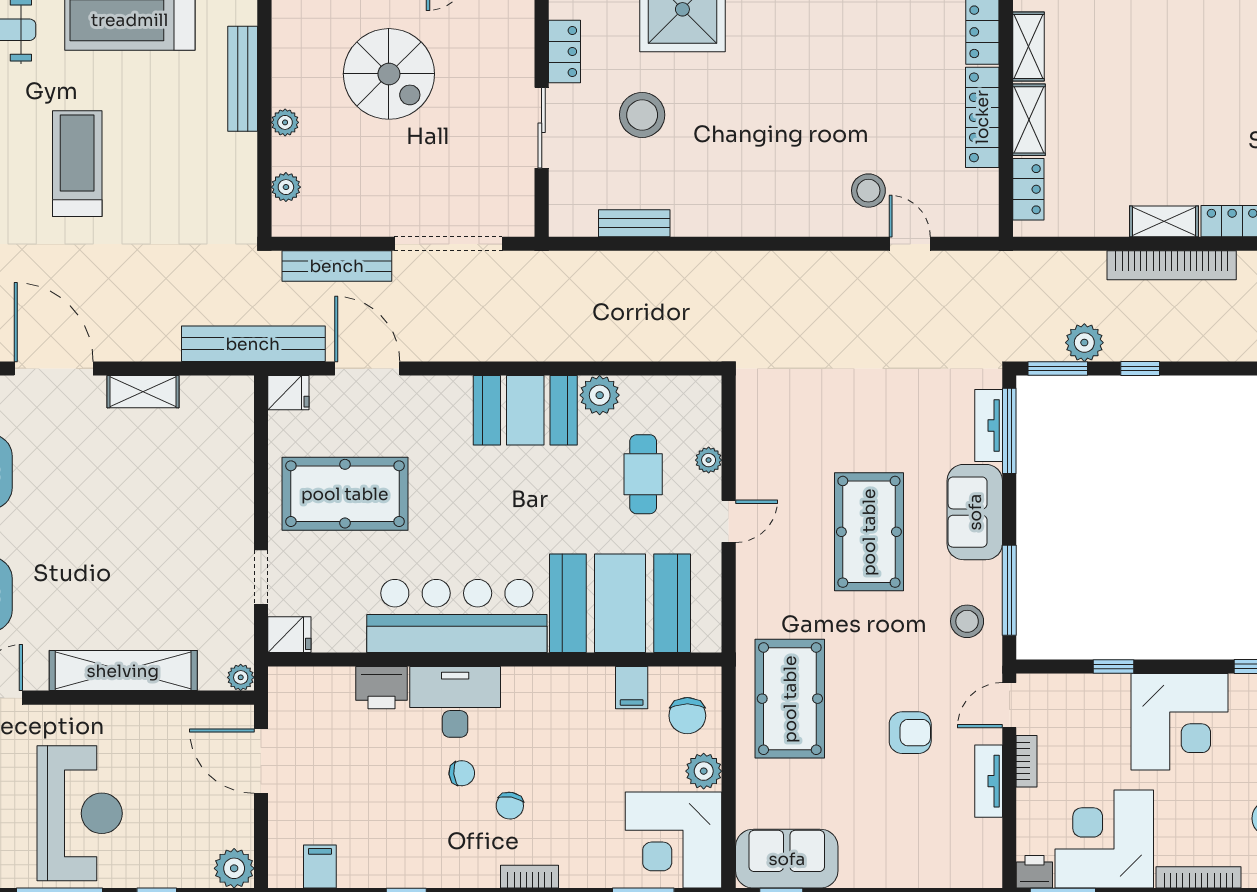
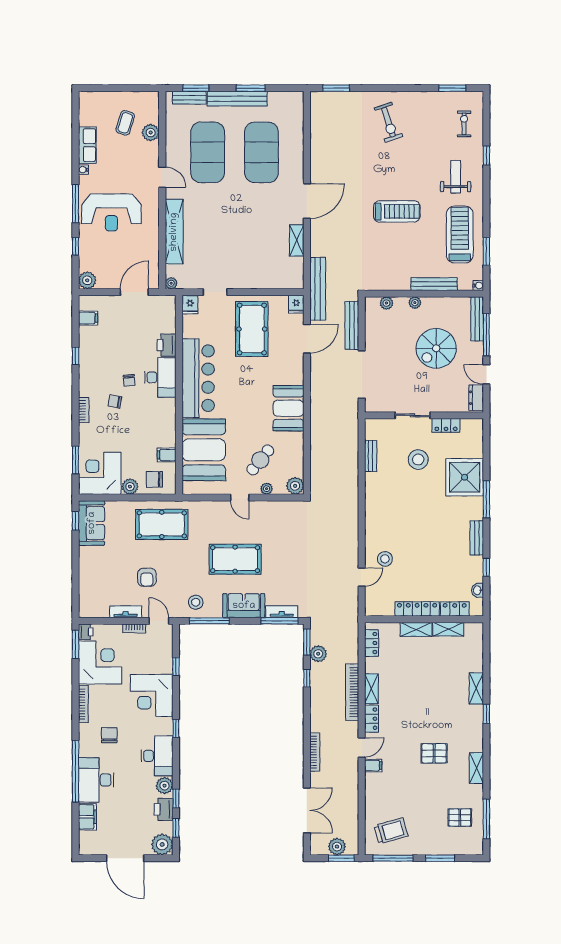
locker: (1028, 189) -> (371, 643), moved, turned -90
plant: (600, 395) -> (295, 486), moved
cafe table: (643, 474) -> (260, 460), turned -51

